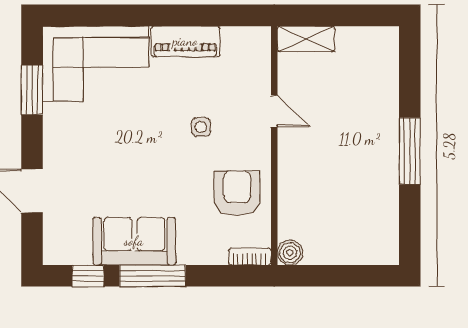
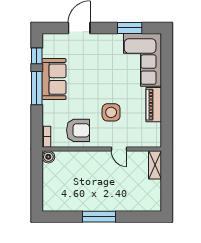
door: (274, 111) -> (119, 149), hinge flipped
side table: (201, 127) -> (111, 112), width x1.87, depth x1.87

